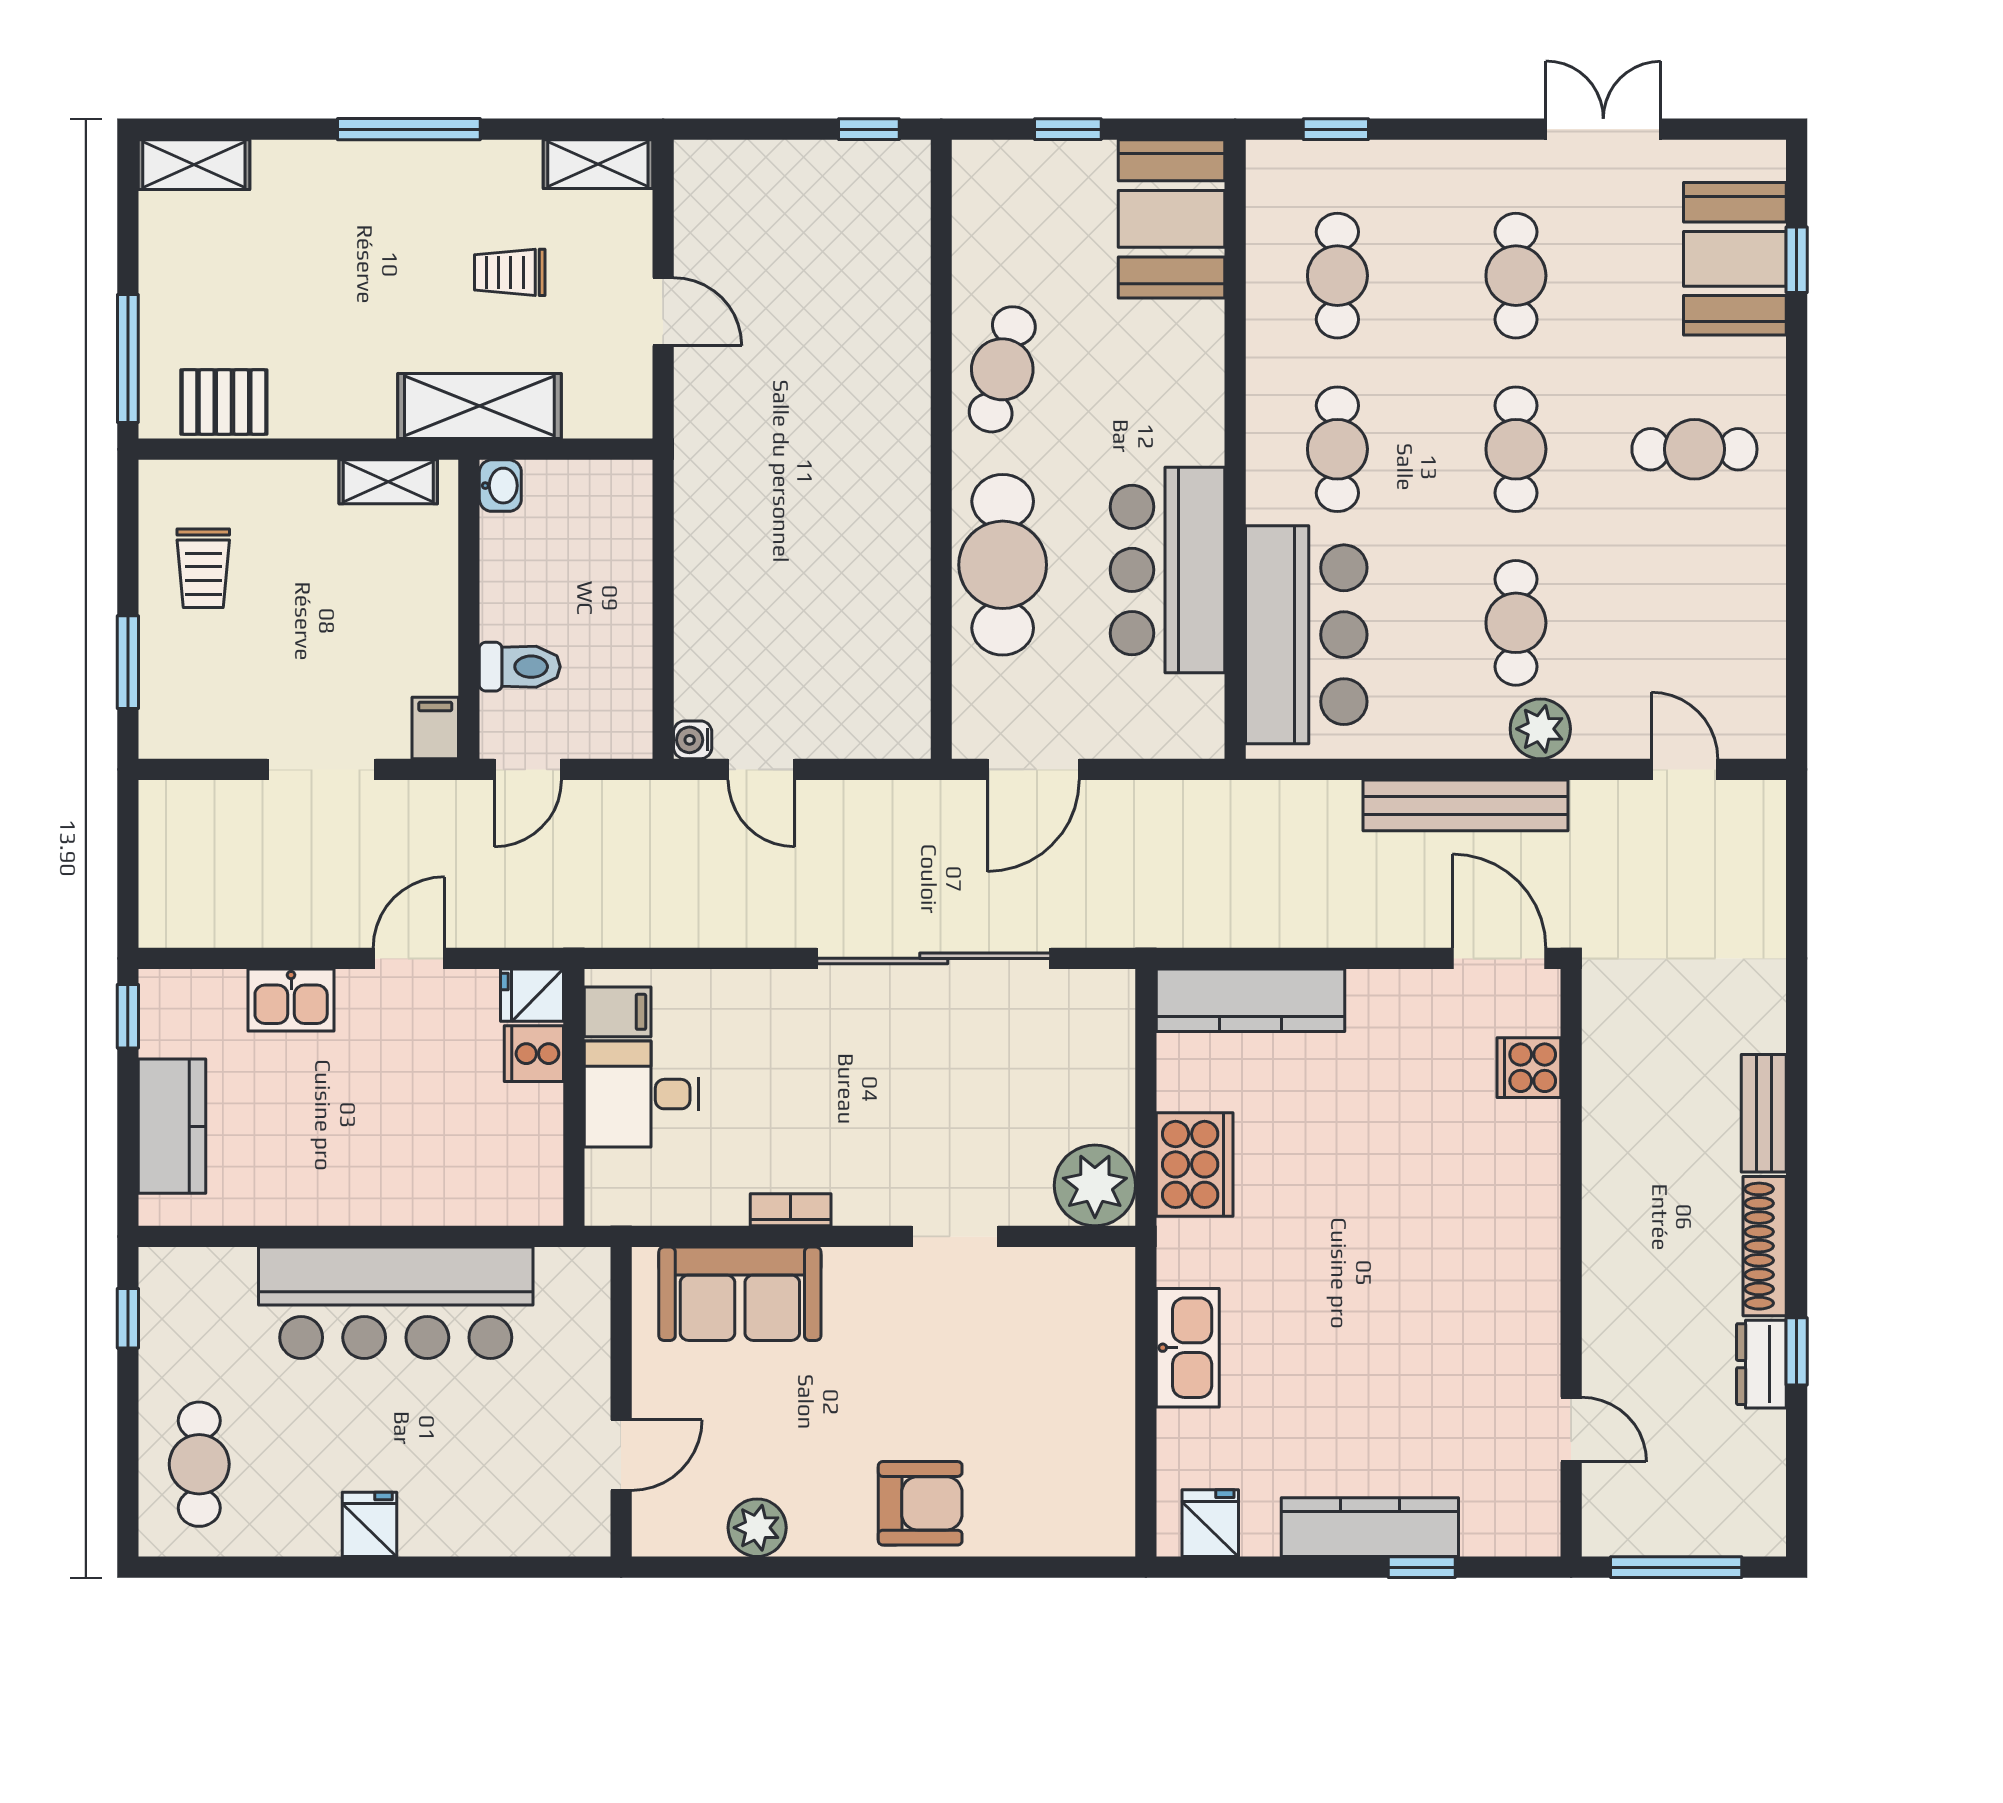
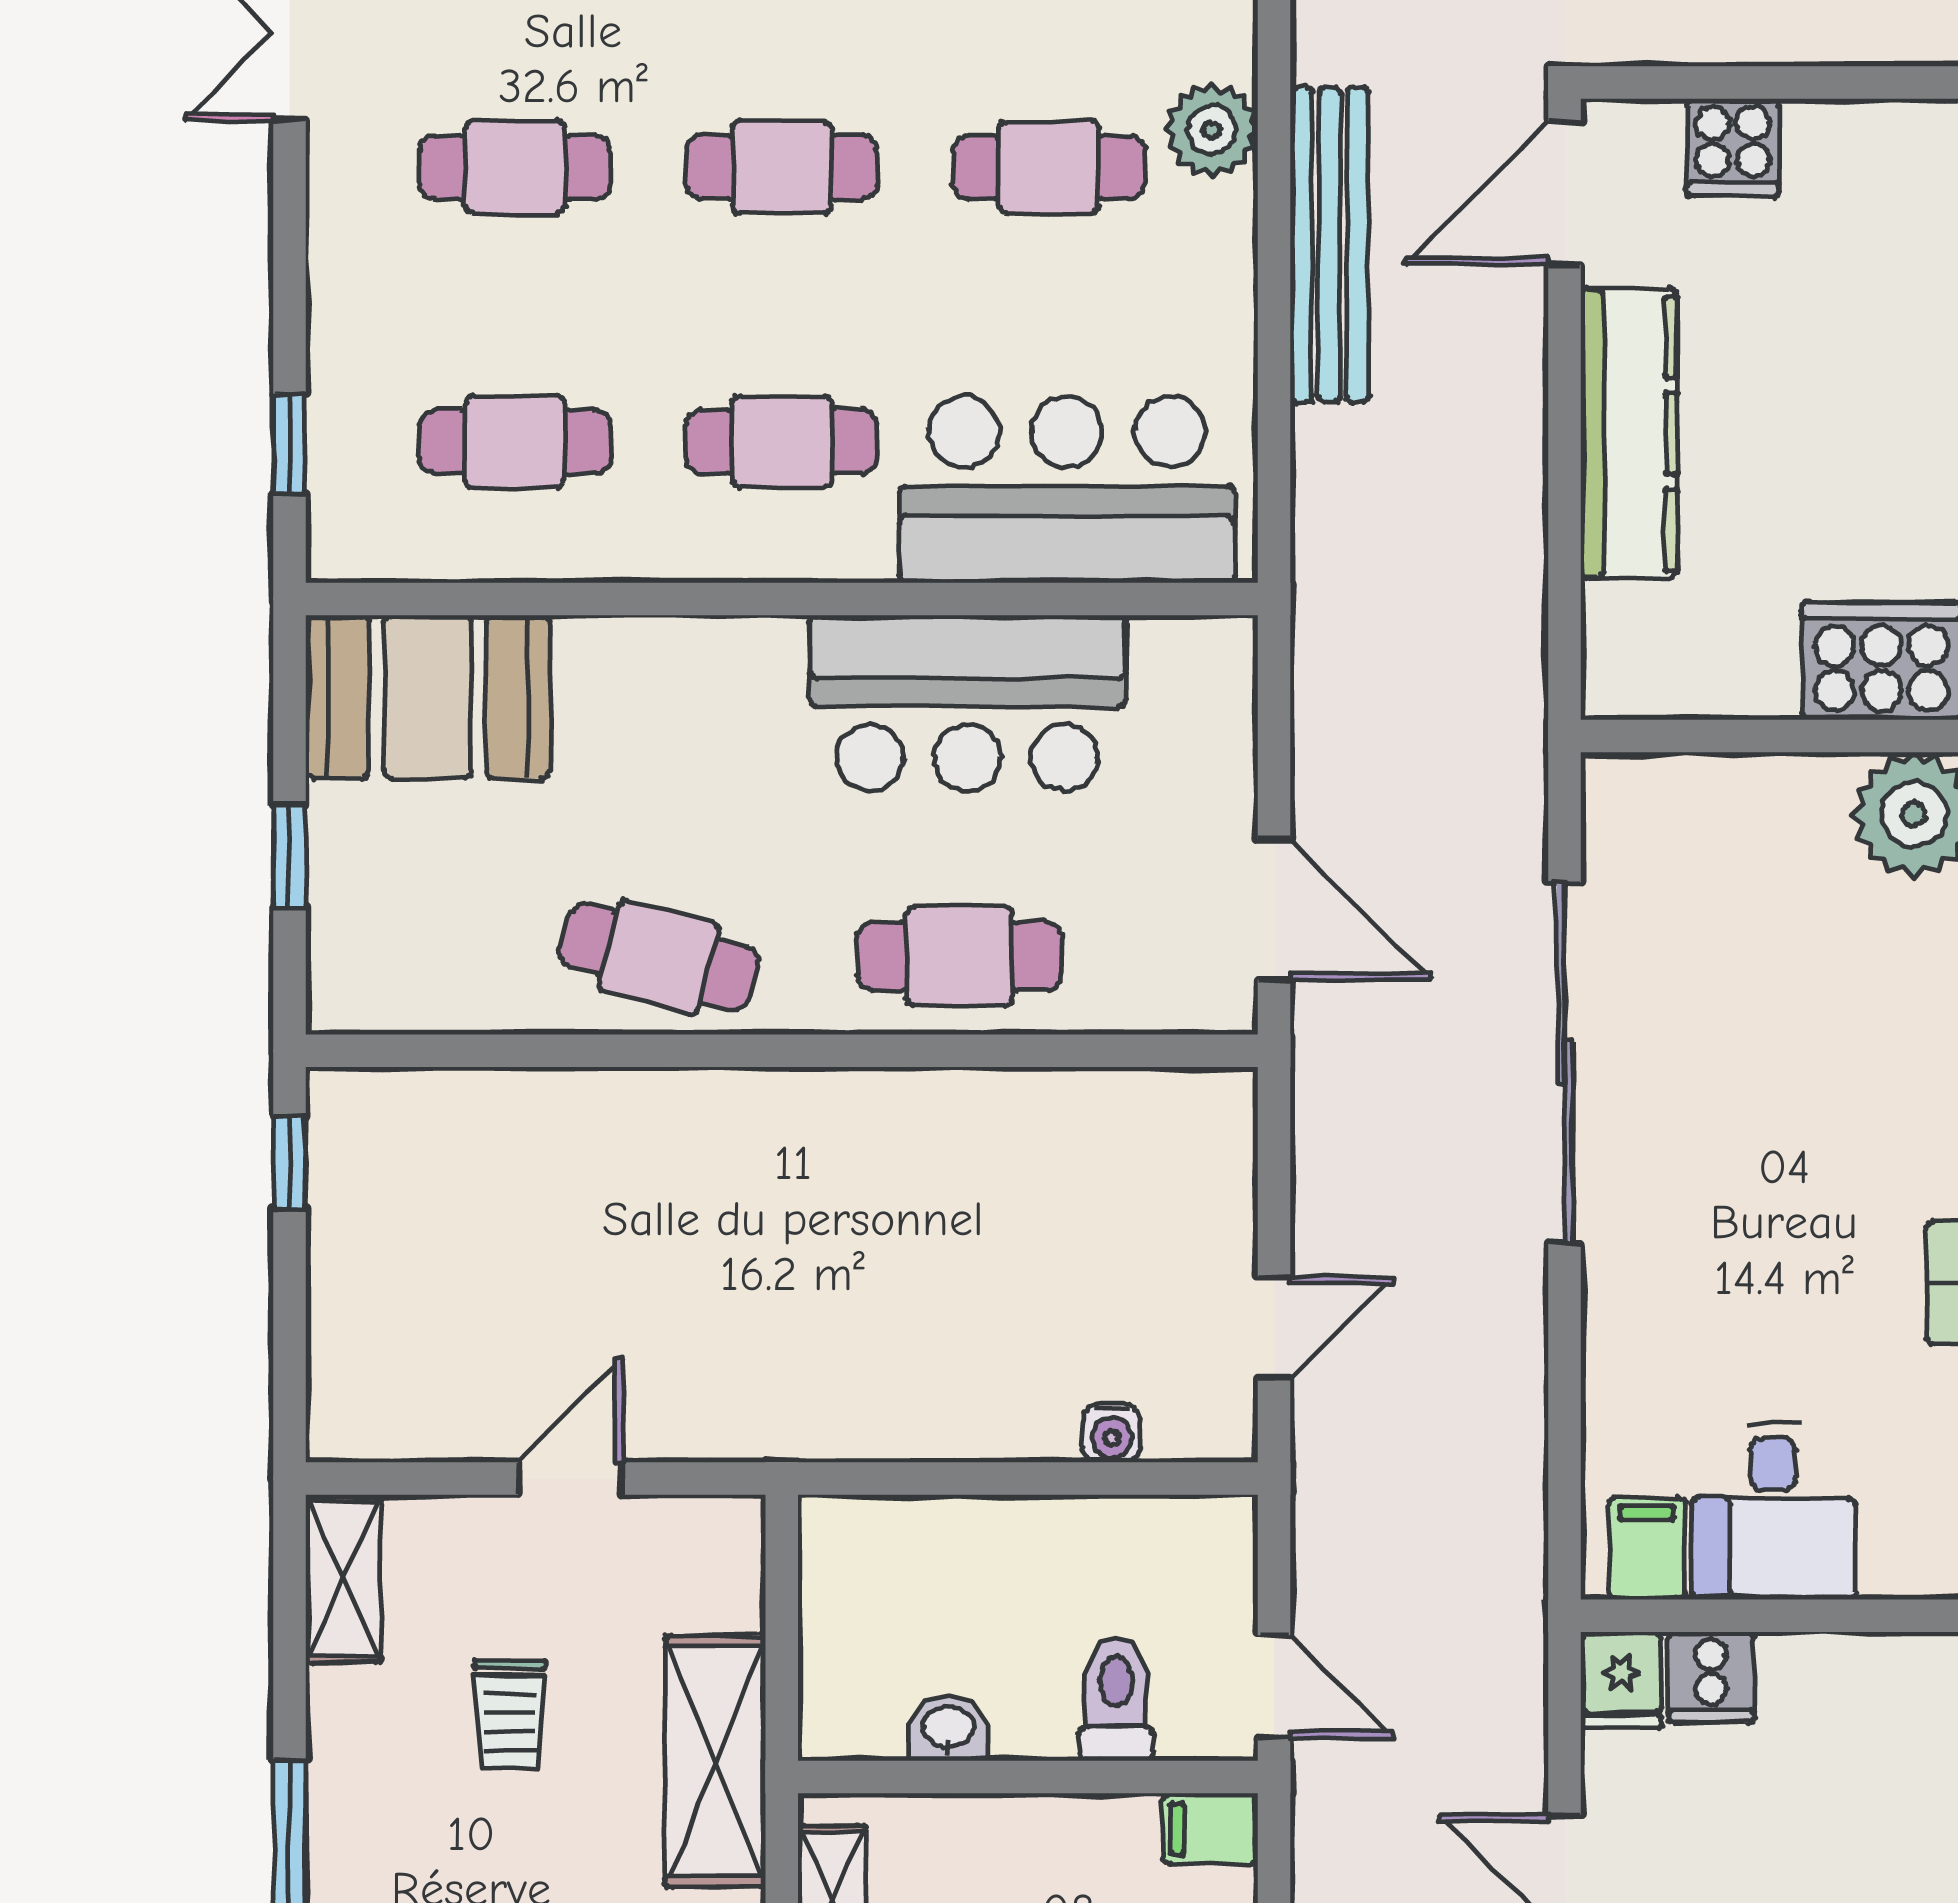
washbasin: (500, 486) -> (948, 1729), moved
cafe table: (1003, 565) -> (959, 956), width x0.73, depth x0.74
water cooler: (693, 740) -> (1112, 1433), moved
kitchen counter: (1251, 1000) -> (1629, 433), moved

